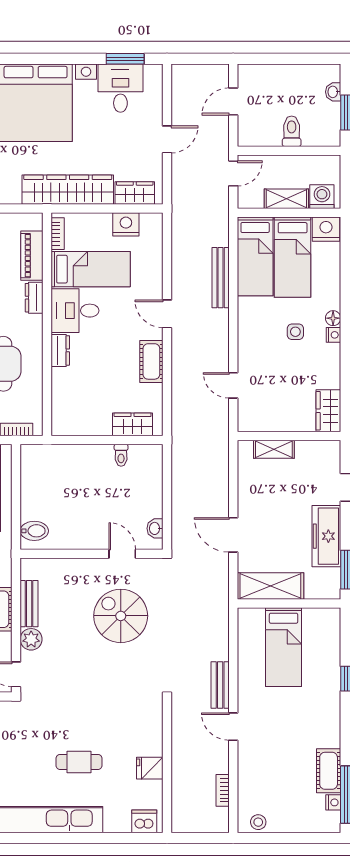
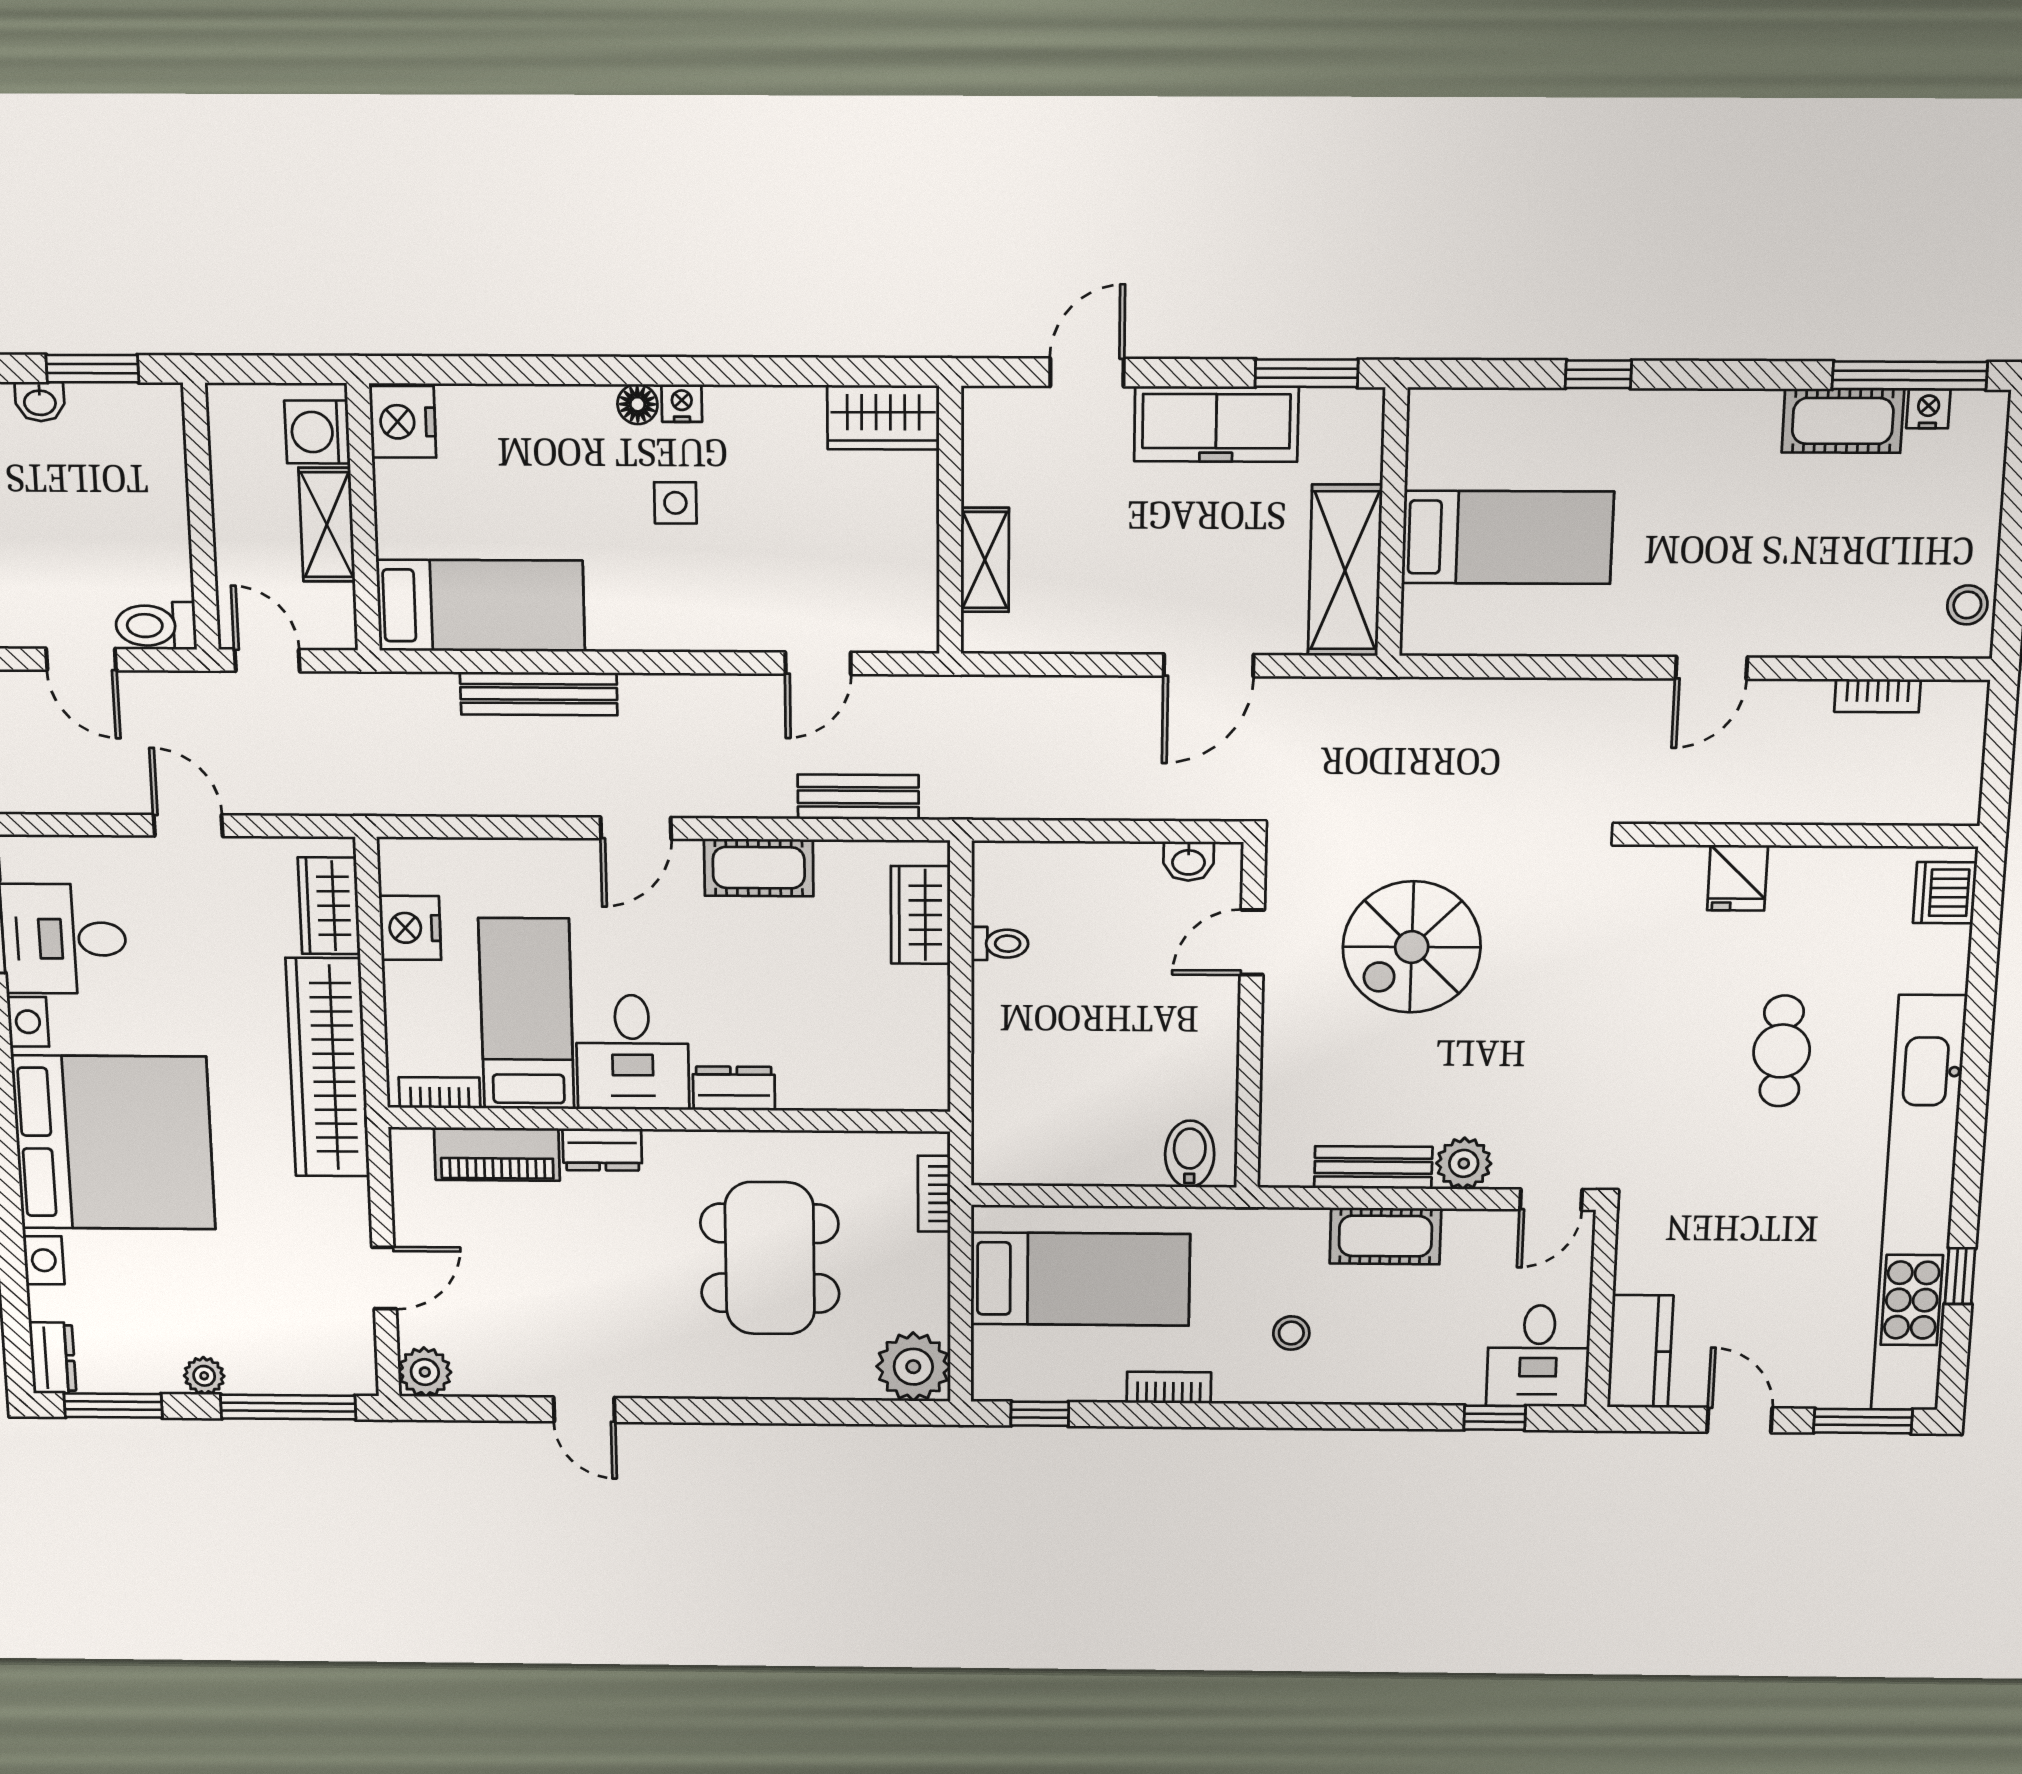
toilet: (292, 131) -> (156, 626), moved
bed: (293, 257) -> (479, 509), removed
bench: (220, 685) -> (858, 797), moved
fridge: (150, 768) -> (1737, 878), moved

